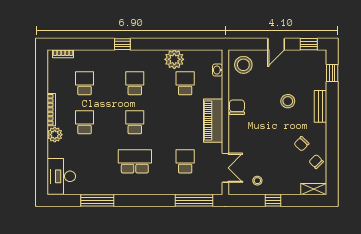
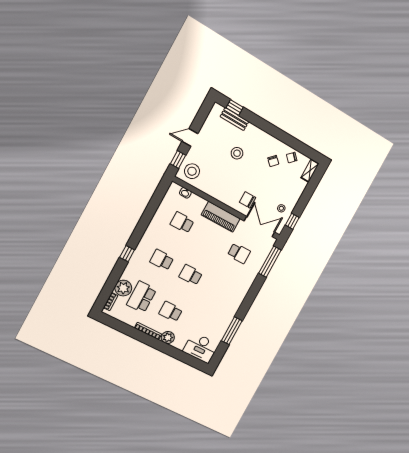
door: (276, 44) -> (190, 138), swing flipped
window: (309, 44) -> (178, 160), moved
plant: (174, 59) -> (123, 288), moved
school desk: (84, 83) -> (142, 297), width x1.85
bench: (321, 106) -> (234, 119), moved
chair: (237, 107) -> (248, 200), moved
school desk: (135, 161) -> (219, 290), removed
school desk: (185, 161) -> (239, 253), turned 180
double door: (225, 168) -> (260, 227), width x1.37
window: (273, 200) -> (292, 221), moved

